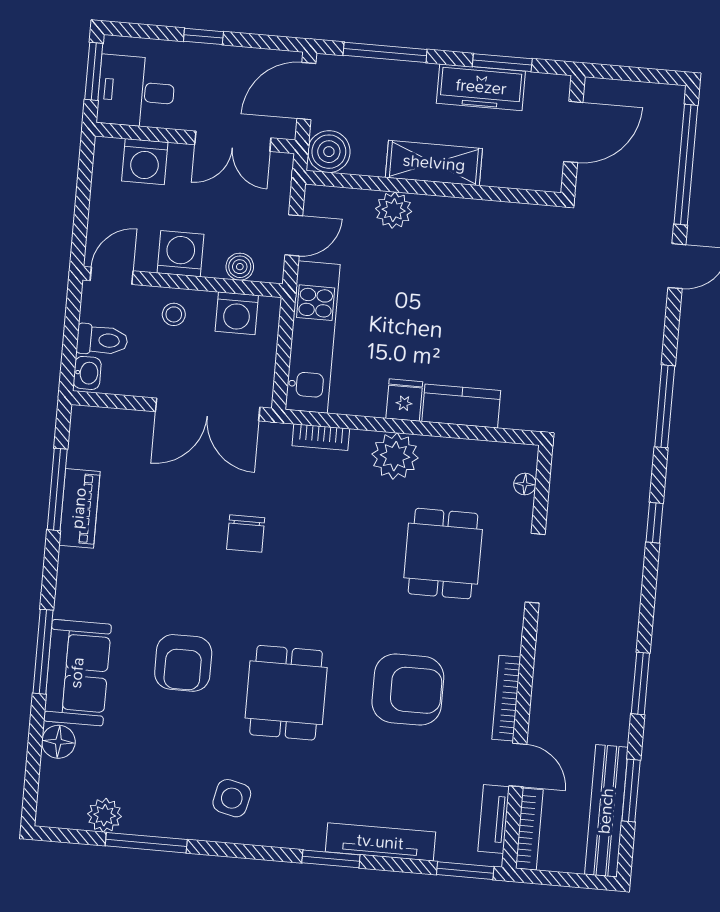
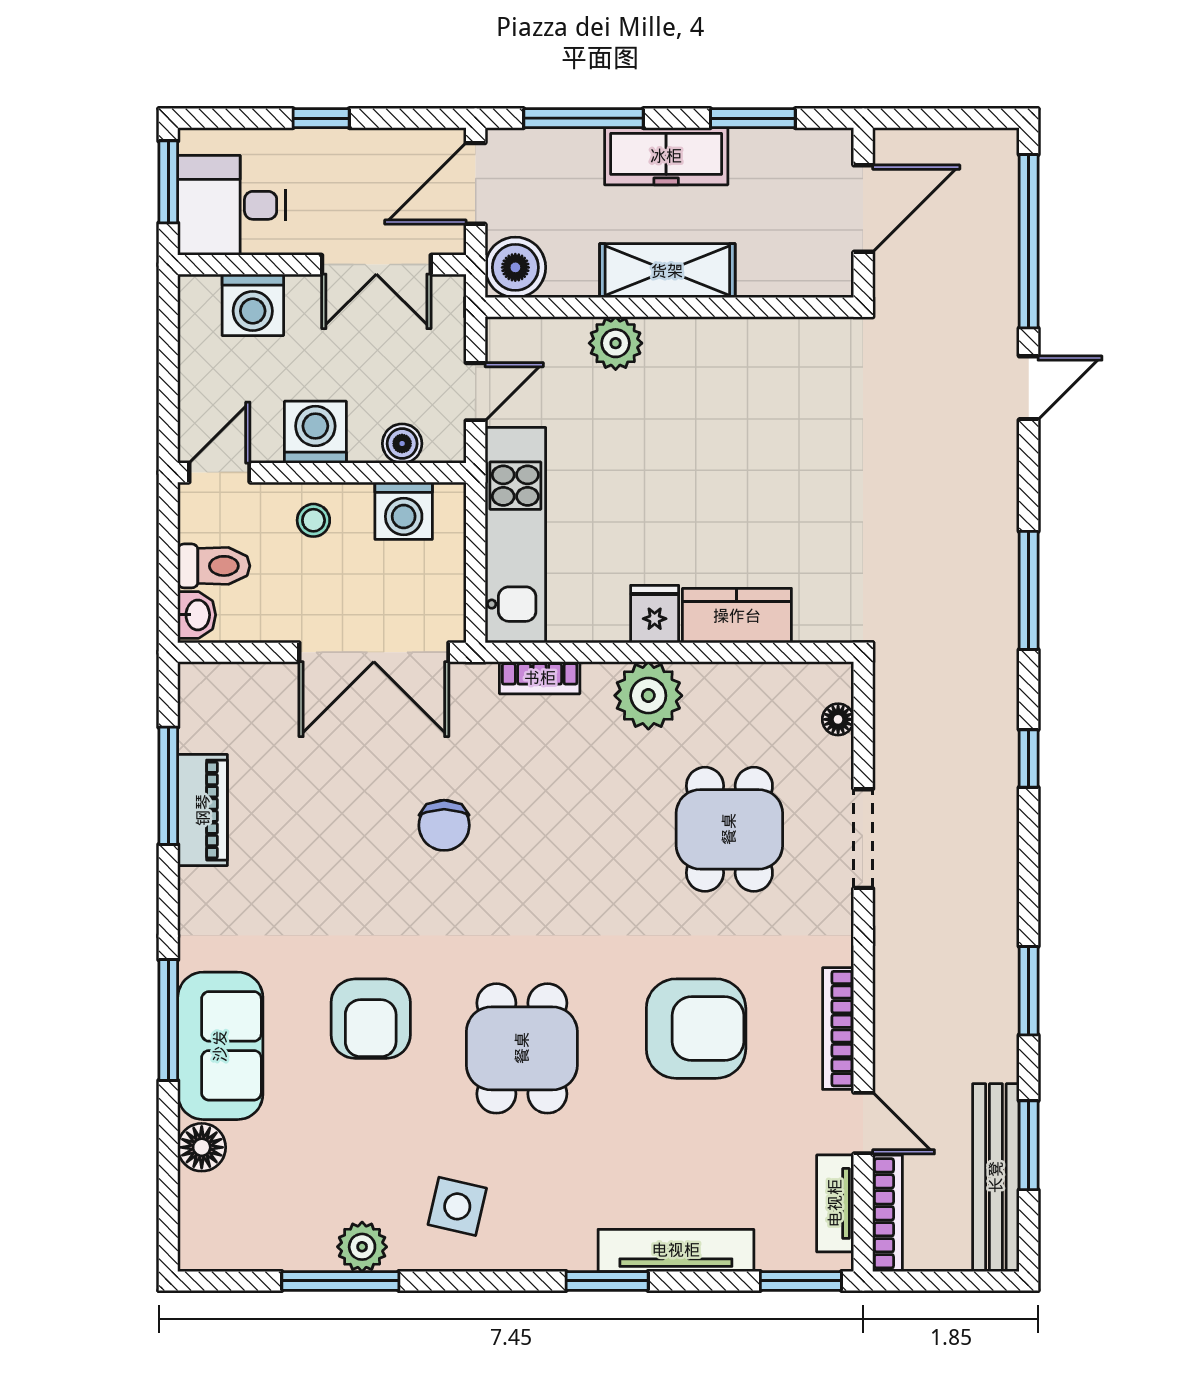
freezer: (481, 87) -> (666, 156), moved
plant: (105, 815) -> (362, 1247), moved

